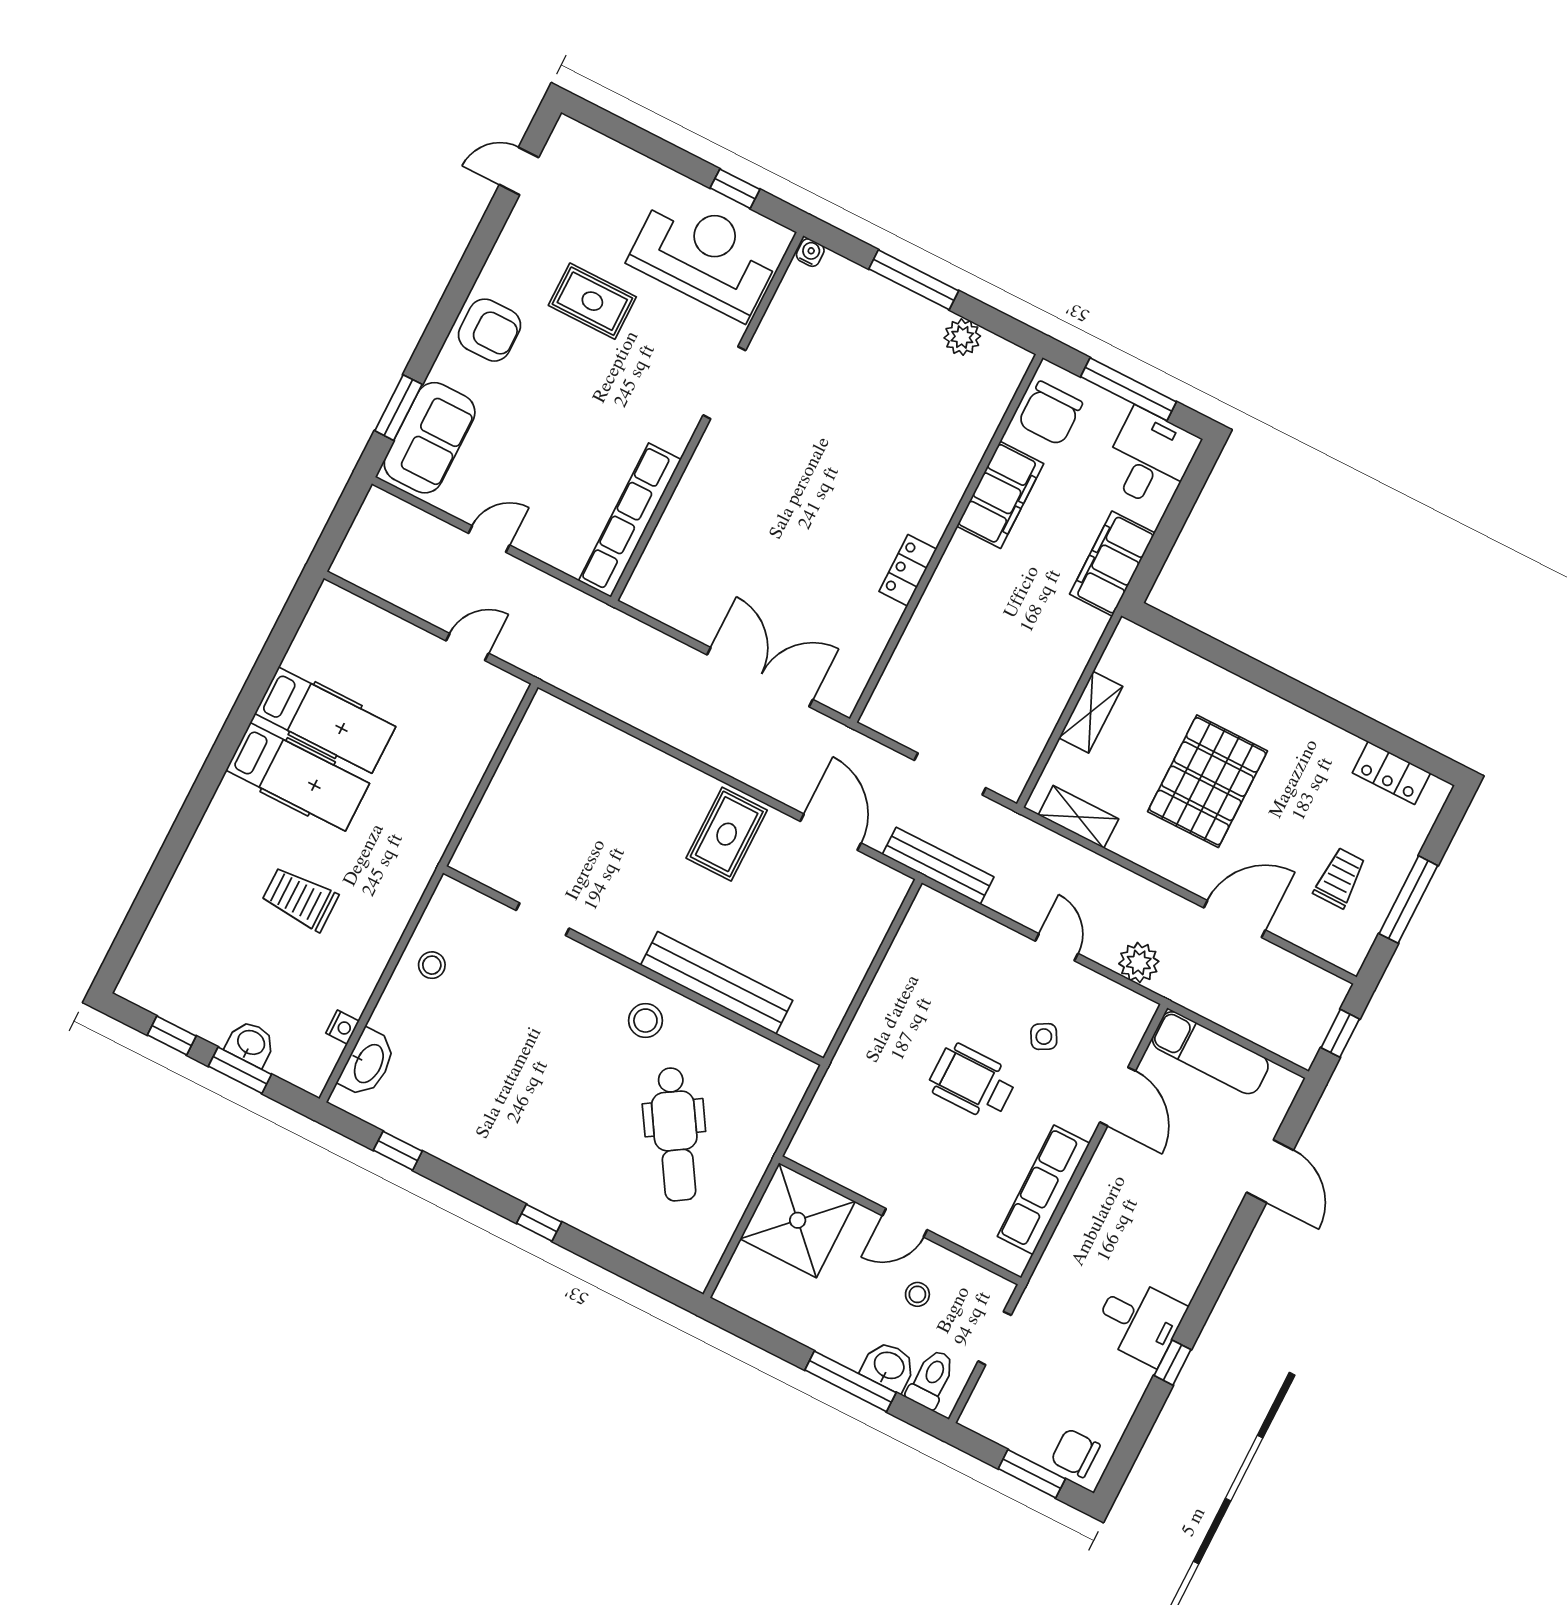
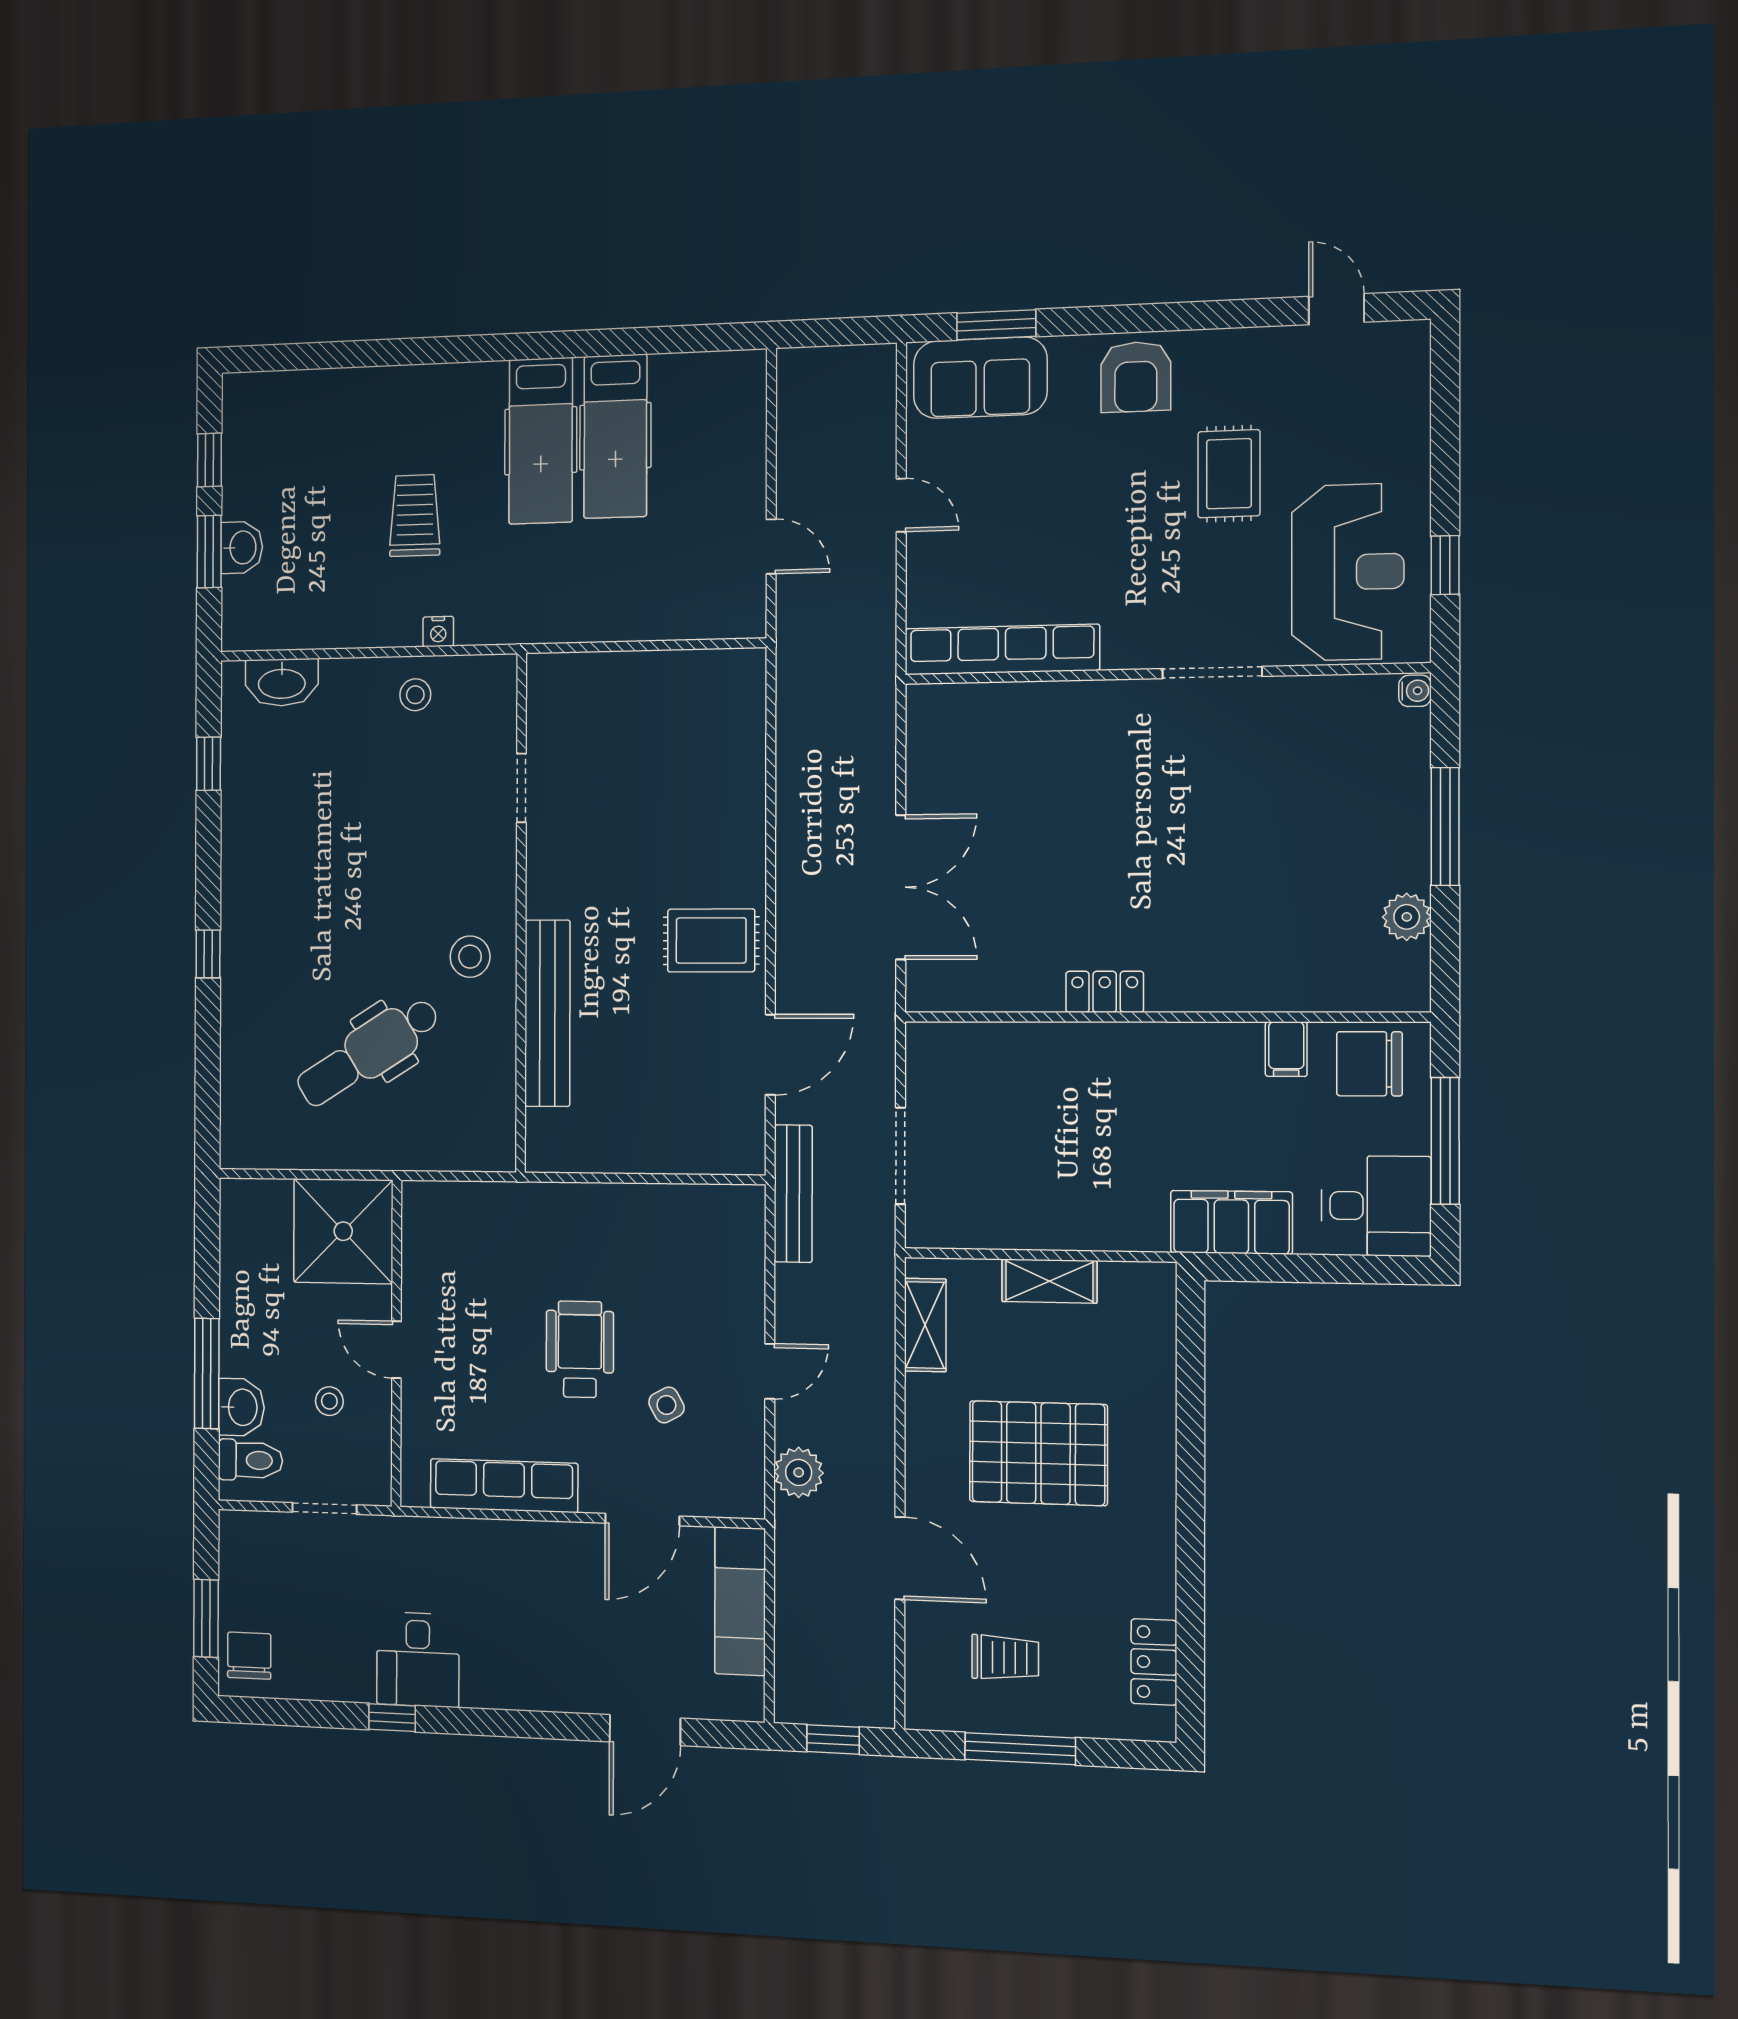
filing cabinet: (1000, 495) -> (1286, 1049), width x0.33, depth x0.86
nightstand: (342, 1027) -> (438, 632), moved

